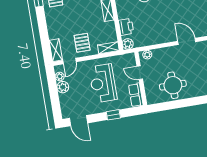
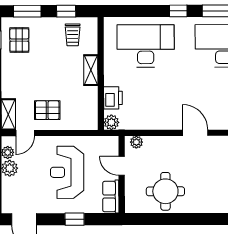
pallet: (82, 43) -> (47, 110), turned 90
shelving: (108, 48) -> (83, 123), removed

